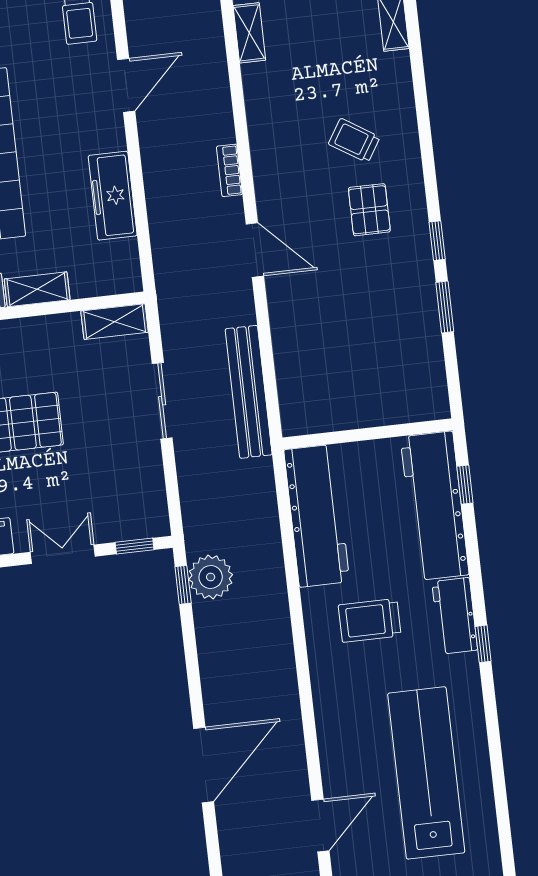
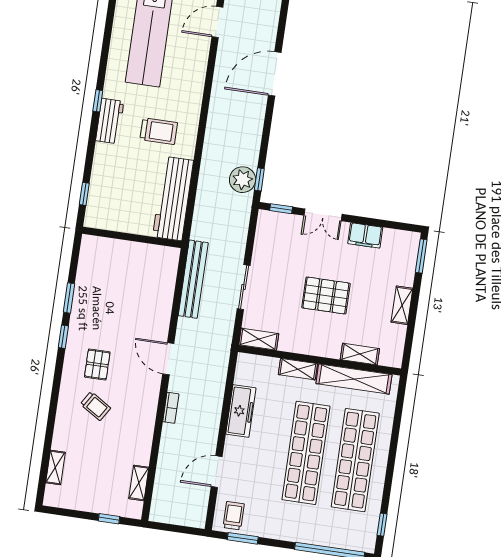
workbench: (435, 506) -> (105, 186), removed

